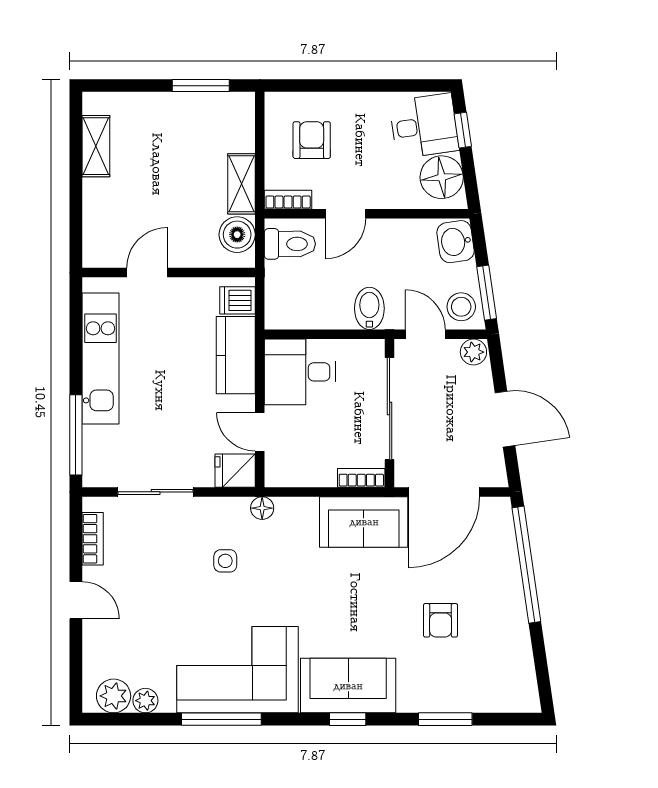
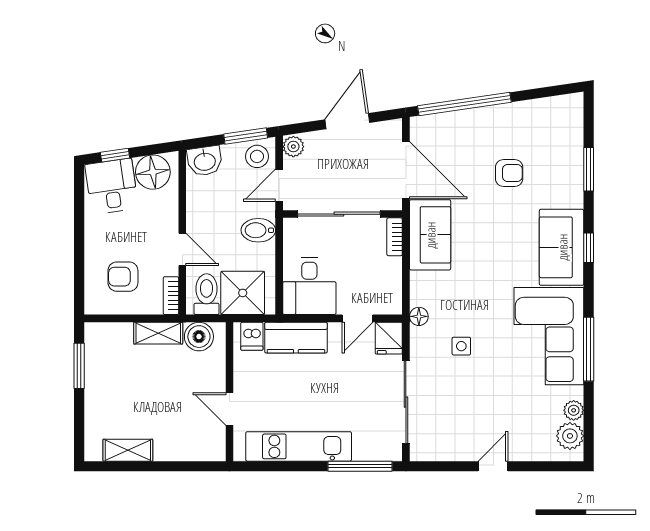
shower: (291, 289) -> (243, 293), added
sliding door: (156, 492) -> (406, 402), width x1.37
bookcase: (93, 539) -> (444, 453), removed

